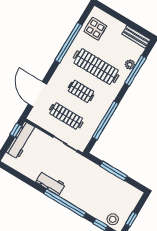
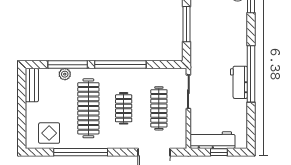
window: (105, 120) -> (120, 65), moved
window: (16, 130) -> (219, 152), moved
window: (65, 203) -> (251, 74), moved

